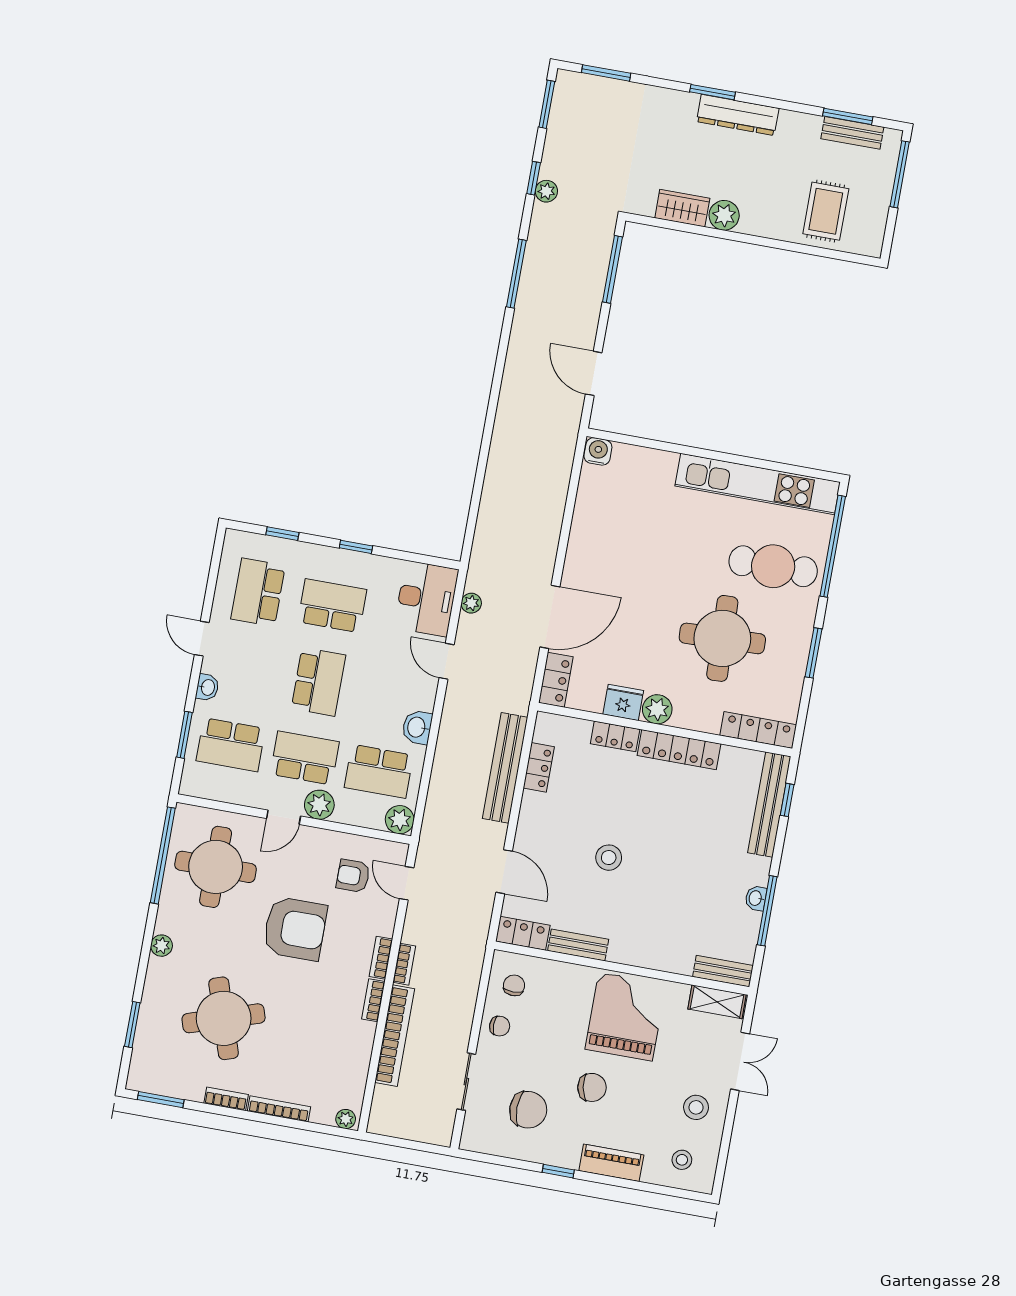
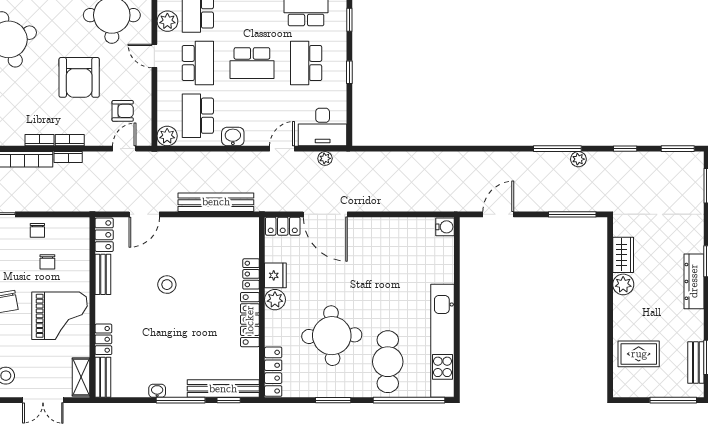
plant: (546, 191) -> (578, 159), moved
school desk: (332, 606) -> (306, 63), turned 180
locker: (539, 767) -> (103, 339), moved, turned -90
plant: (319, 805) -> (167, 21), moved
armchair: (353, 876) -> (123, 111), turned 90
window: (767, 911) -> (181, 400), moved
chair: (514, 985) -> (47, 262), moved, turned 90

